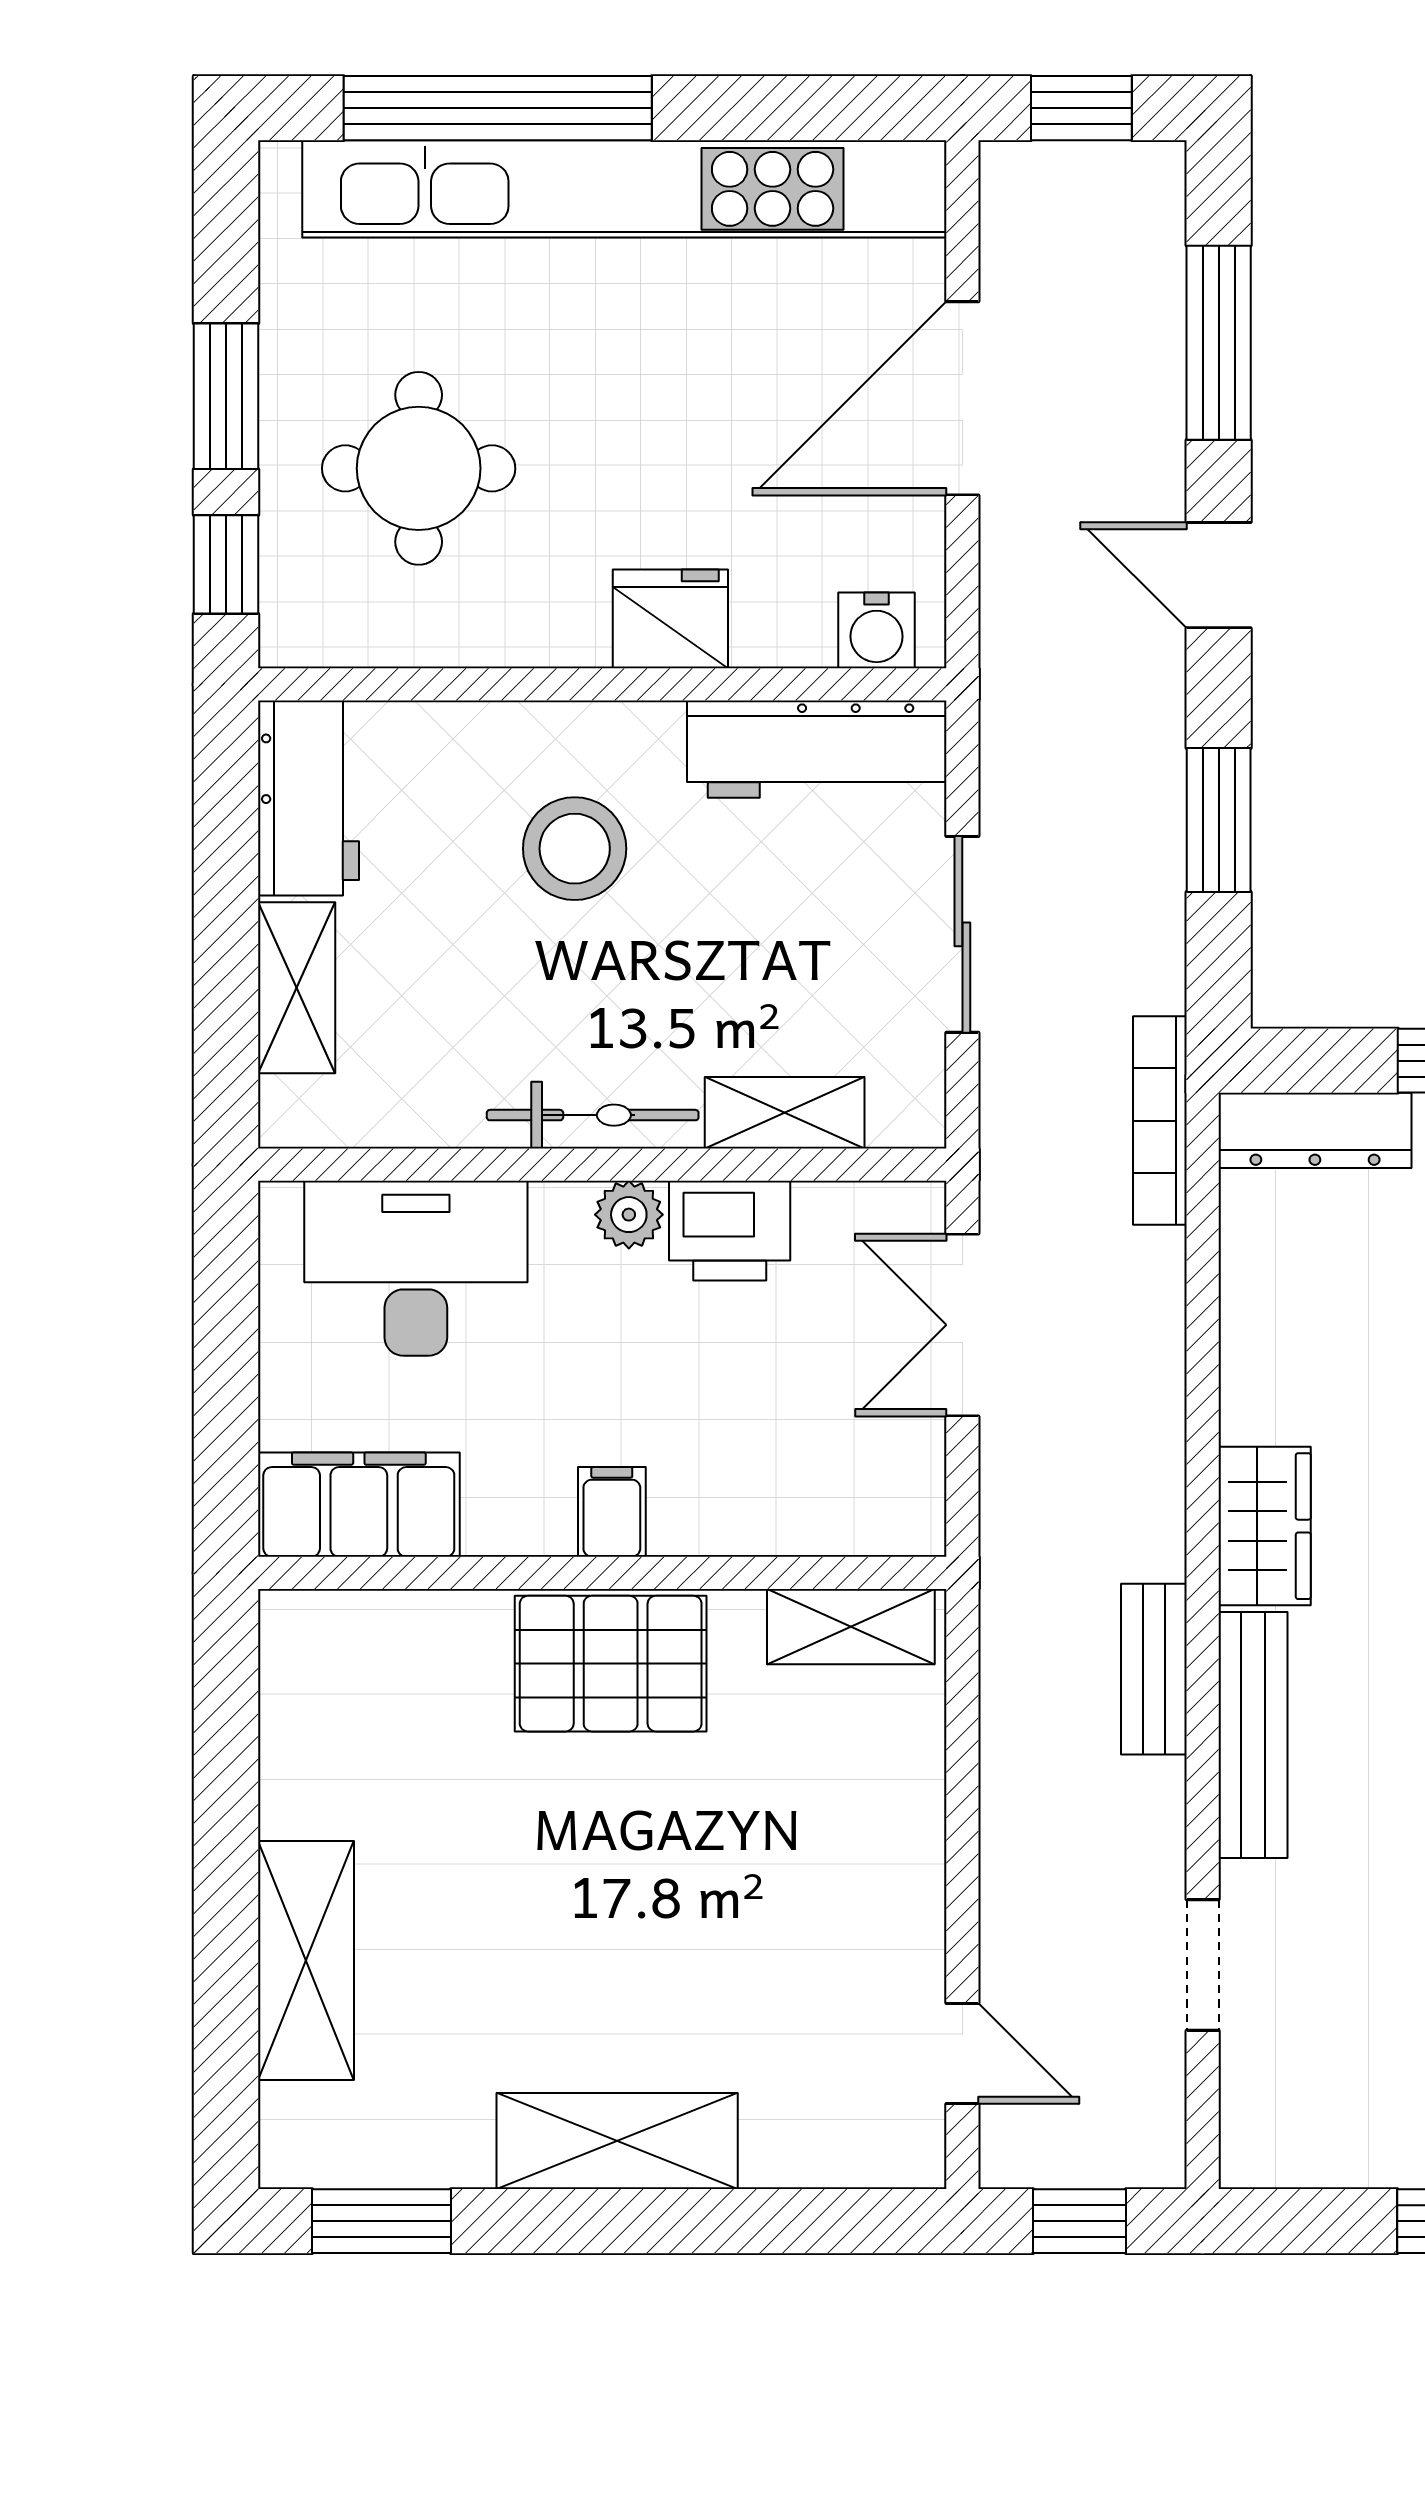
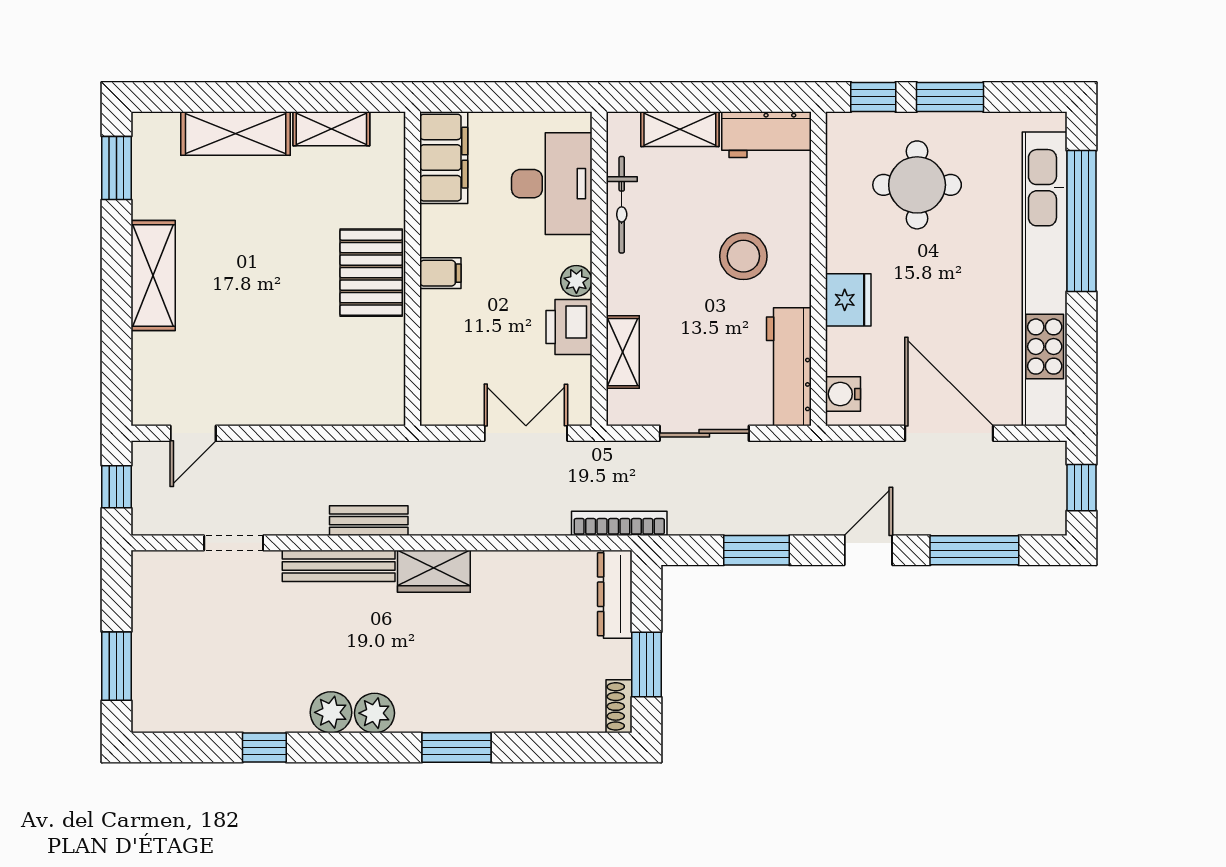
bicycle: (593, 1115) -> (622, 205), moved
shelving: (851, 1627) -> (331, 129), moved, turned 90

